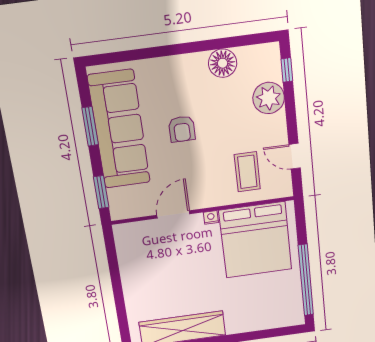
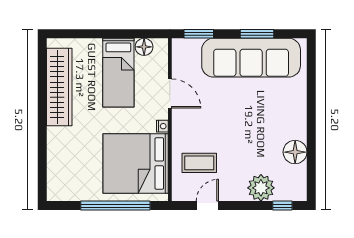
armchair: (182, 129) -> (244, 111), removed
floor lamp: (126, 249) -> (144, 47), added
bed: (158, 272) -> (118, 73), added
window: (306, 280) -> (115, 206), moved

